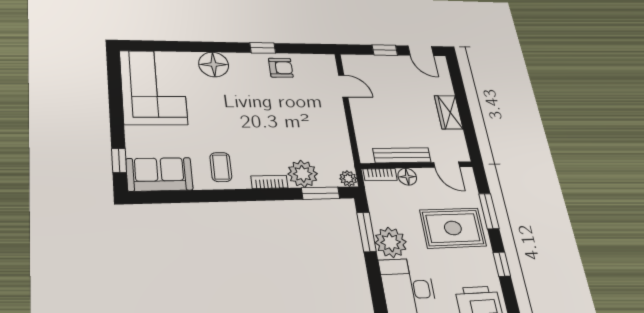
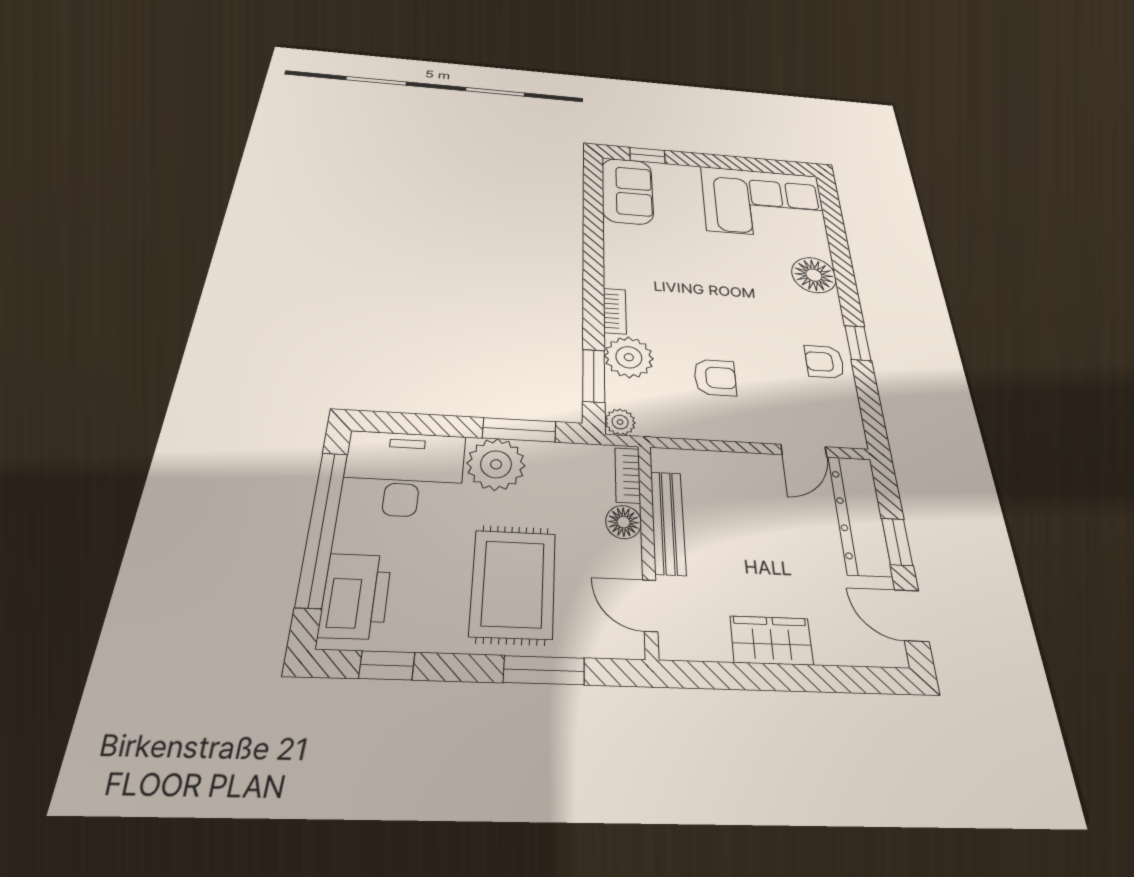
door: (421, 51) -> (912, 616), hinge flipped
dresser: (374, 65) -> (859, 515), added
armchair: (281, 68) -> (824, 362), turned 90
armchair: (306, 127) -> (715, 378), added
door: (447, 165) -> (650, 606), hinge flipped
coffee table: (221, 167) -> (639, 257), removed
window: (502, 264) -> (387, 665), moved

